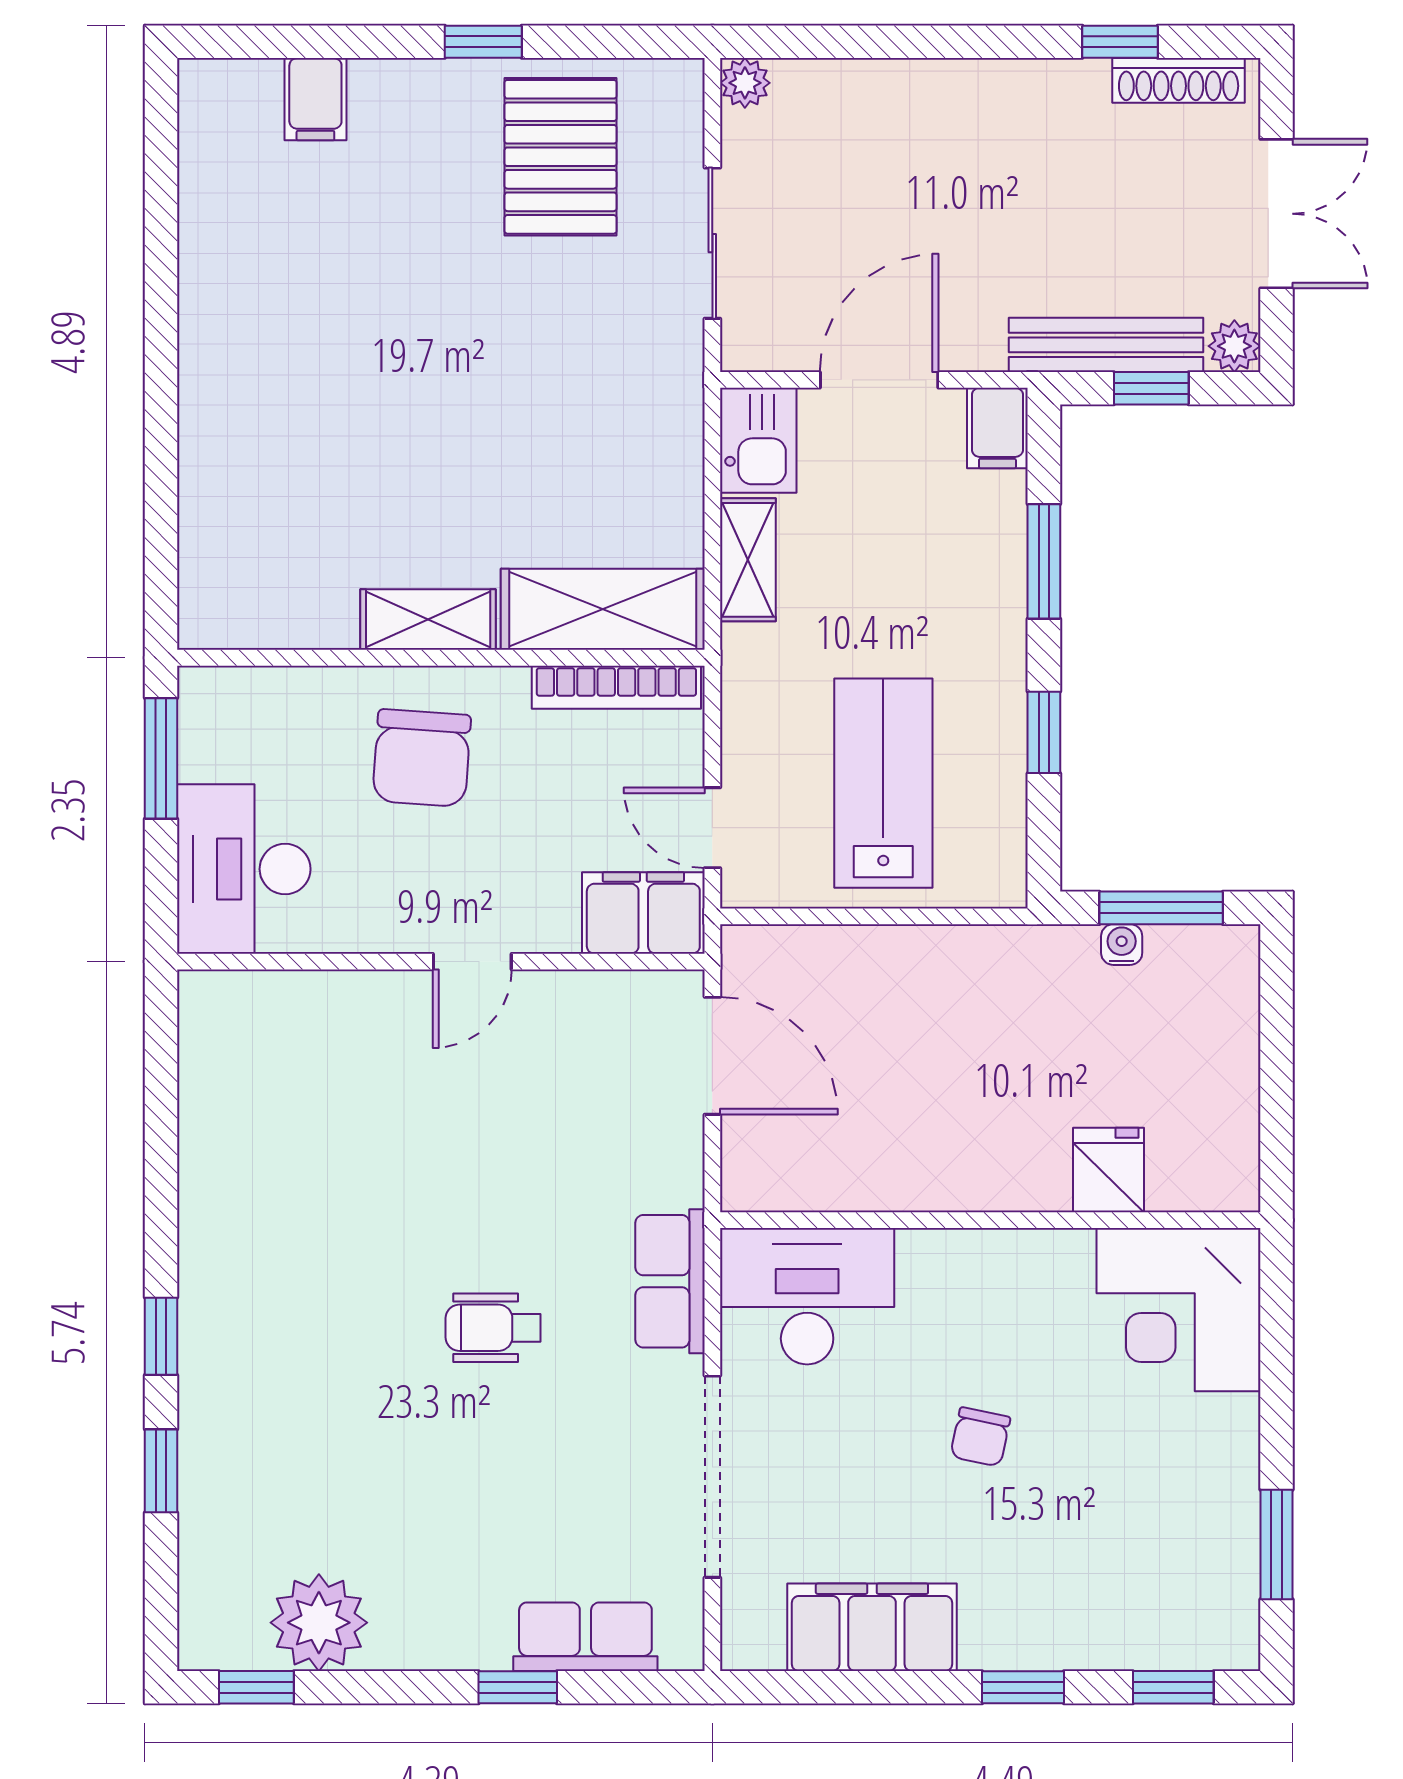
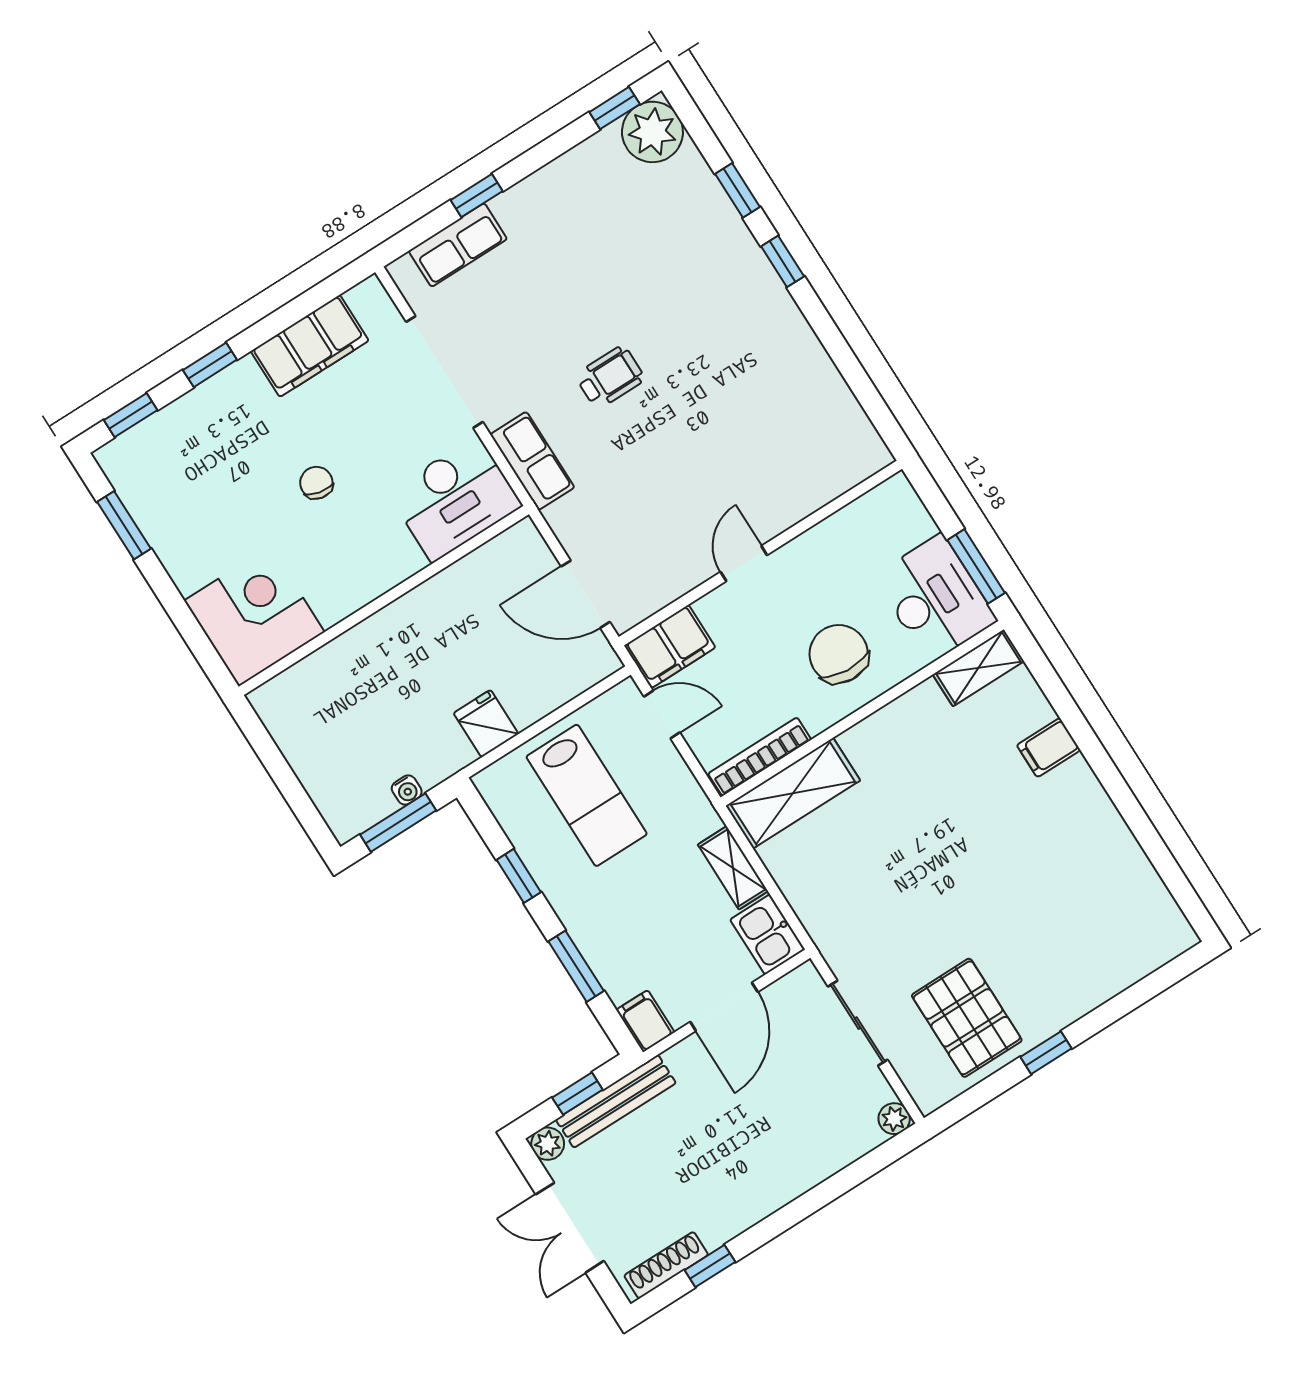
filing cabinet: (315, 99) -> (1049, 748), moved, turned -90
shelving: (428, 620) -> (978, 668), moved
desk: (244, 869) -> (935, 598), moved
fridge: (1109, 1170) -> (486, 724), moved, turned 180
plant: (319, 1623) -> (652, 132), moved

